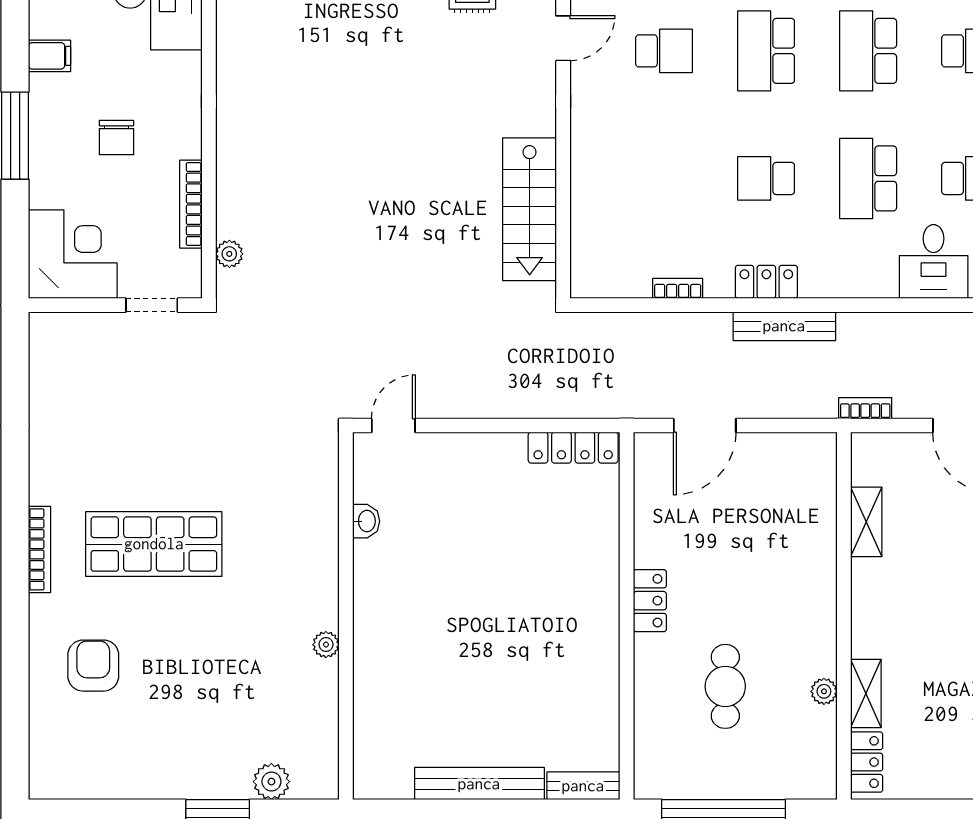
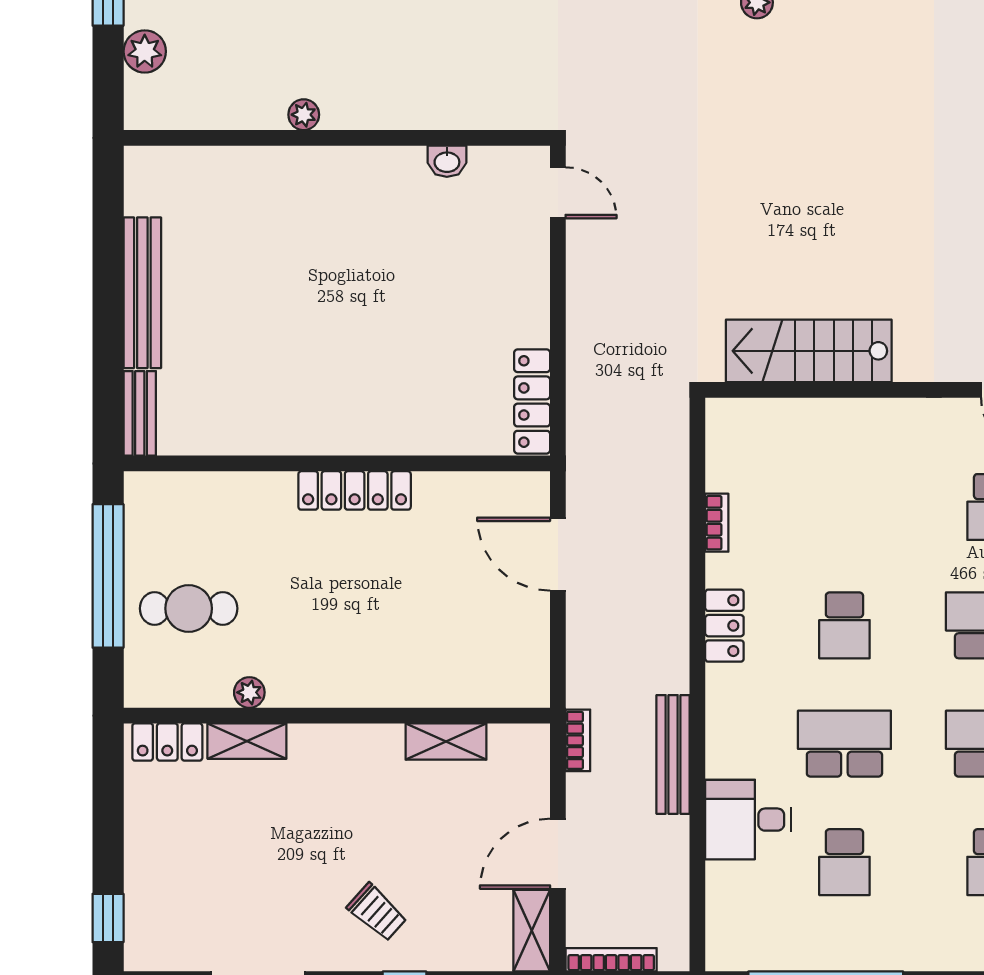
school desk: (766, 178) -> (844, 625), turned 180
bench: (784, 326) -> (673, 754), moved
locker: (650, 601) -> (355, 490), width x1.53
cafe table: (725, 686) -> (189, 608), moved

